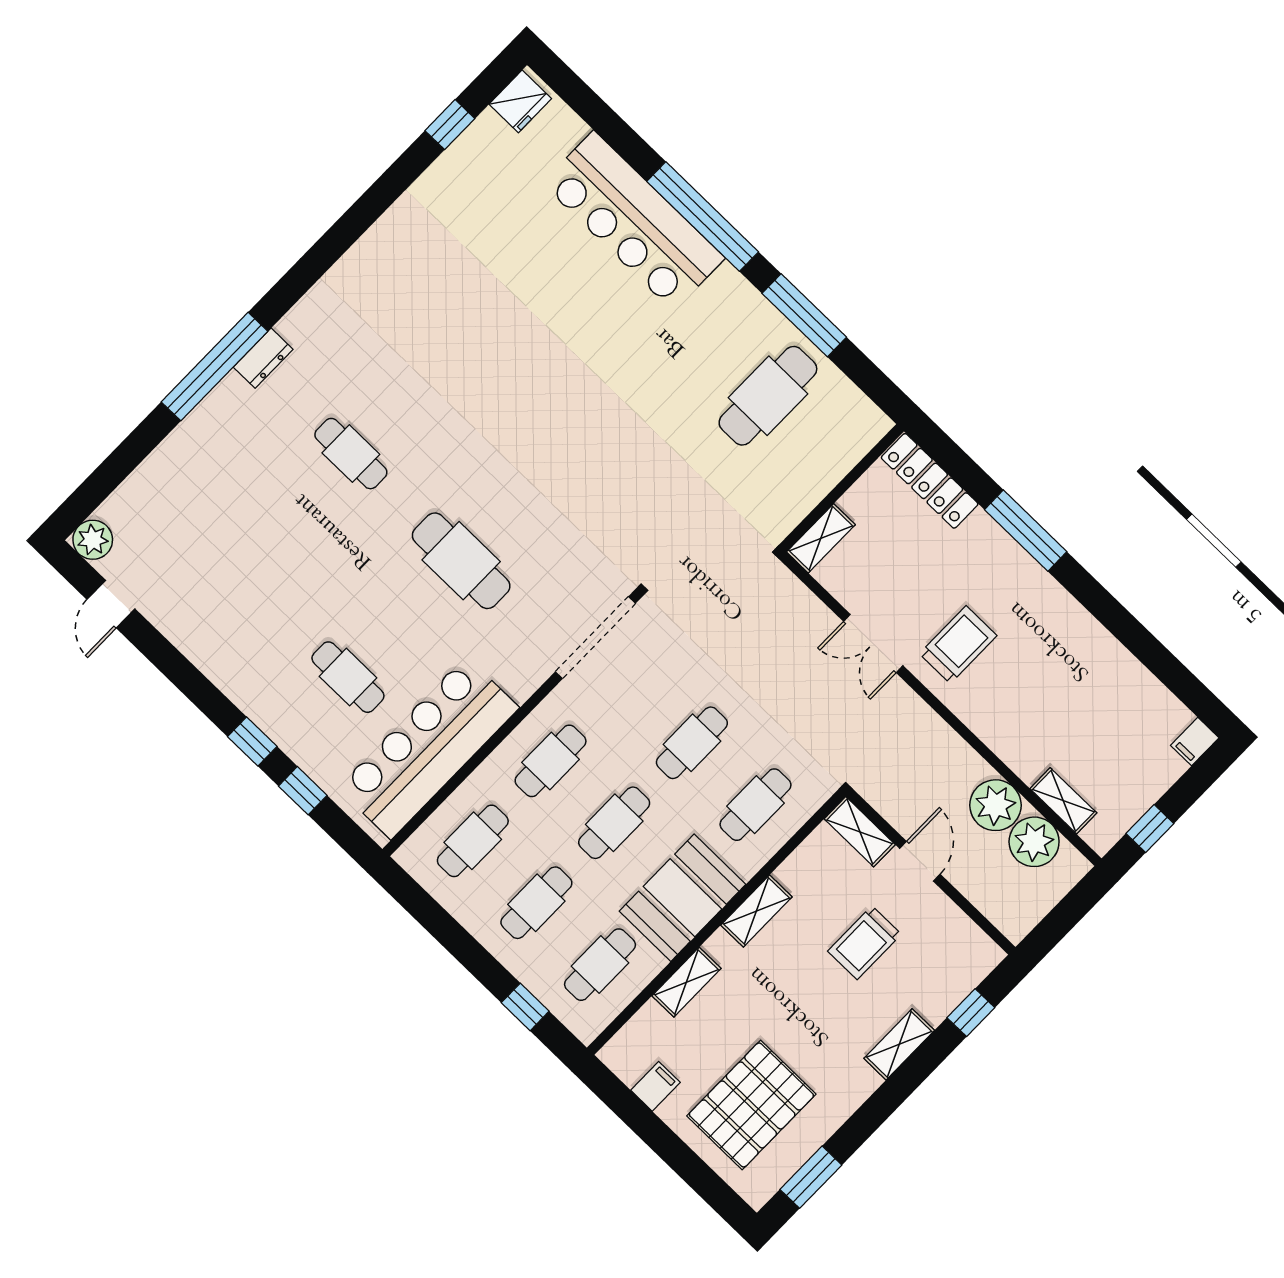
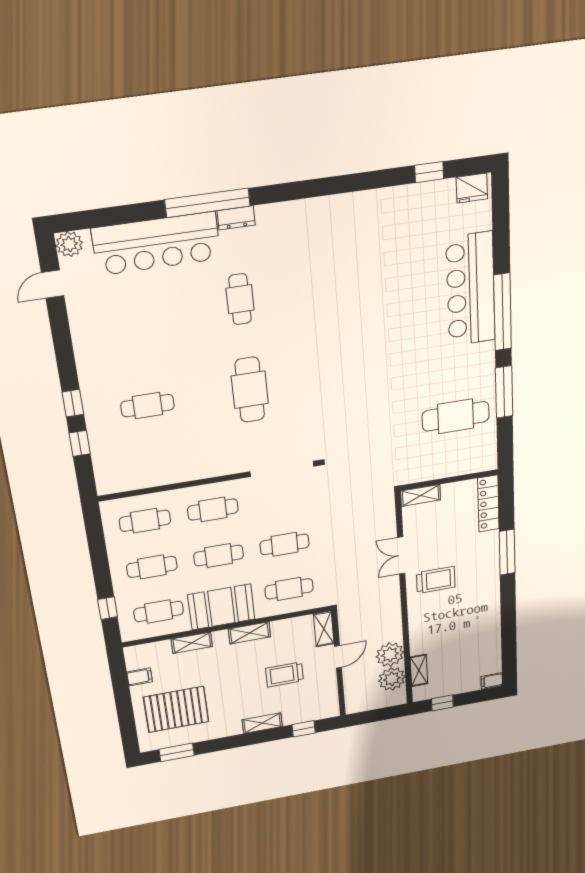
cafe table: (348, 677) -> (147, 406), turned 90
bar counter: (428, 748) -> (156, 244), moved, turned 180

